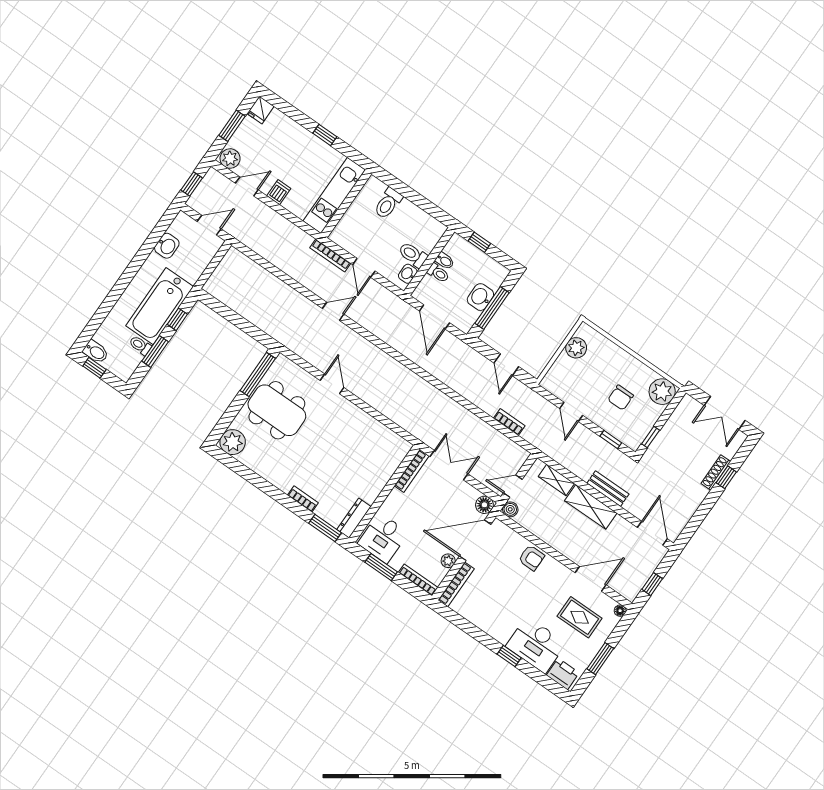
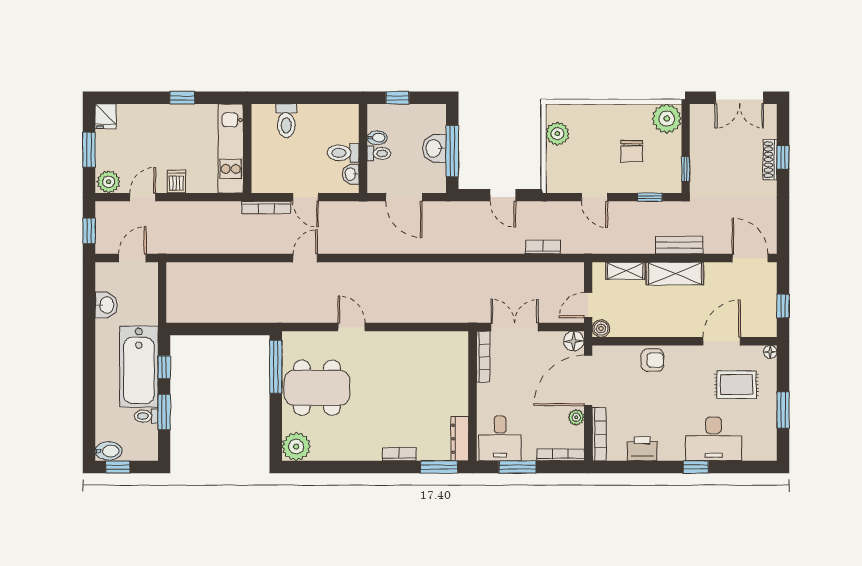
printer: (563, 674) -> (642, 449), moved

